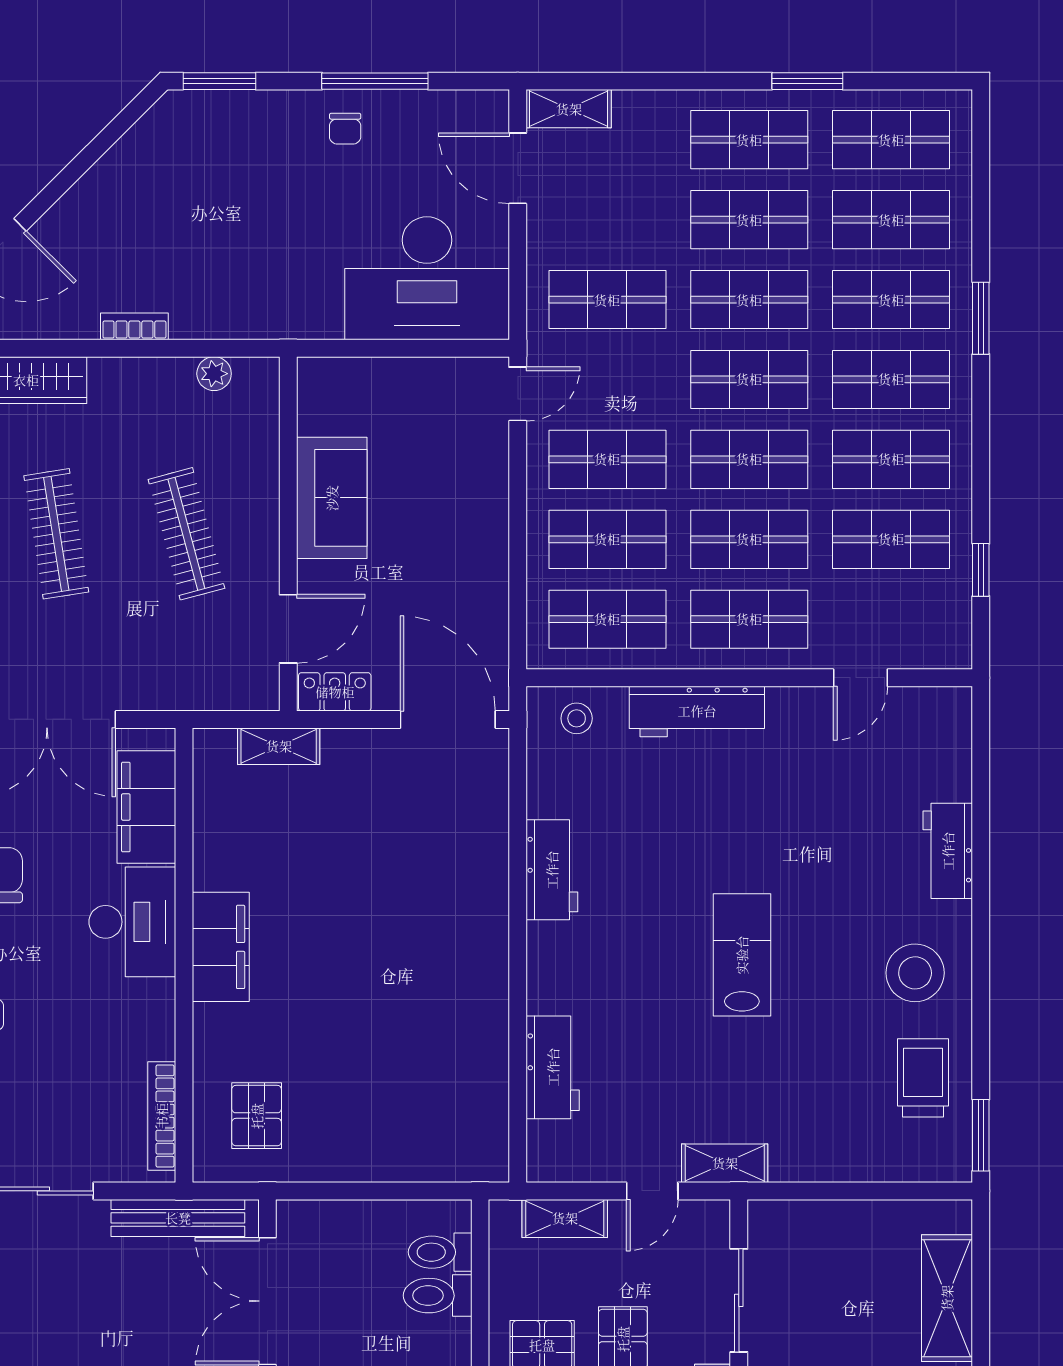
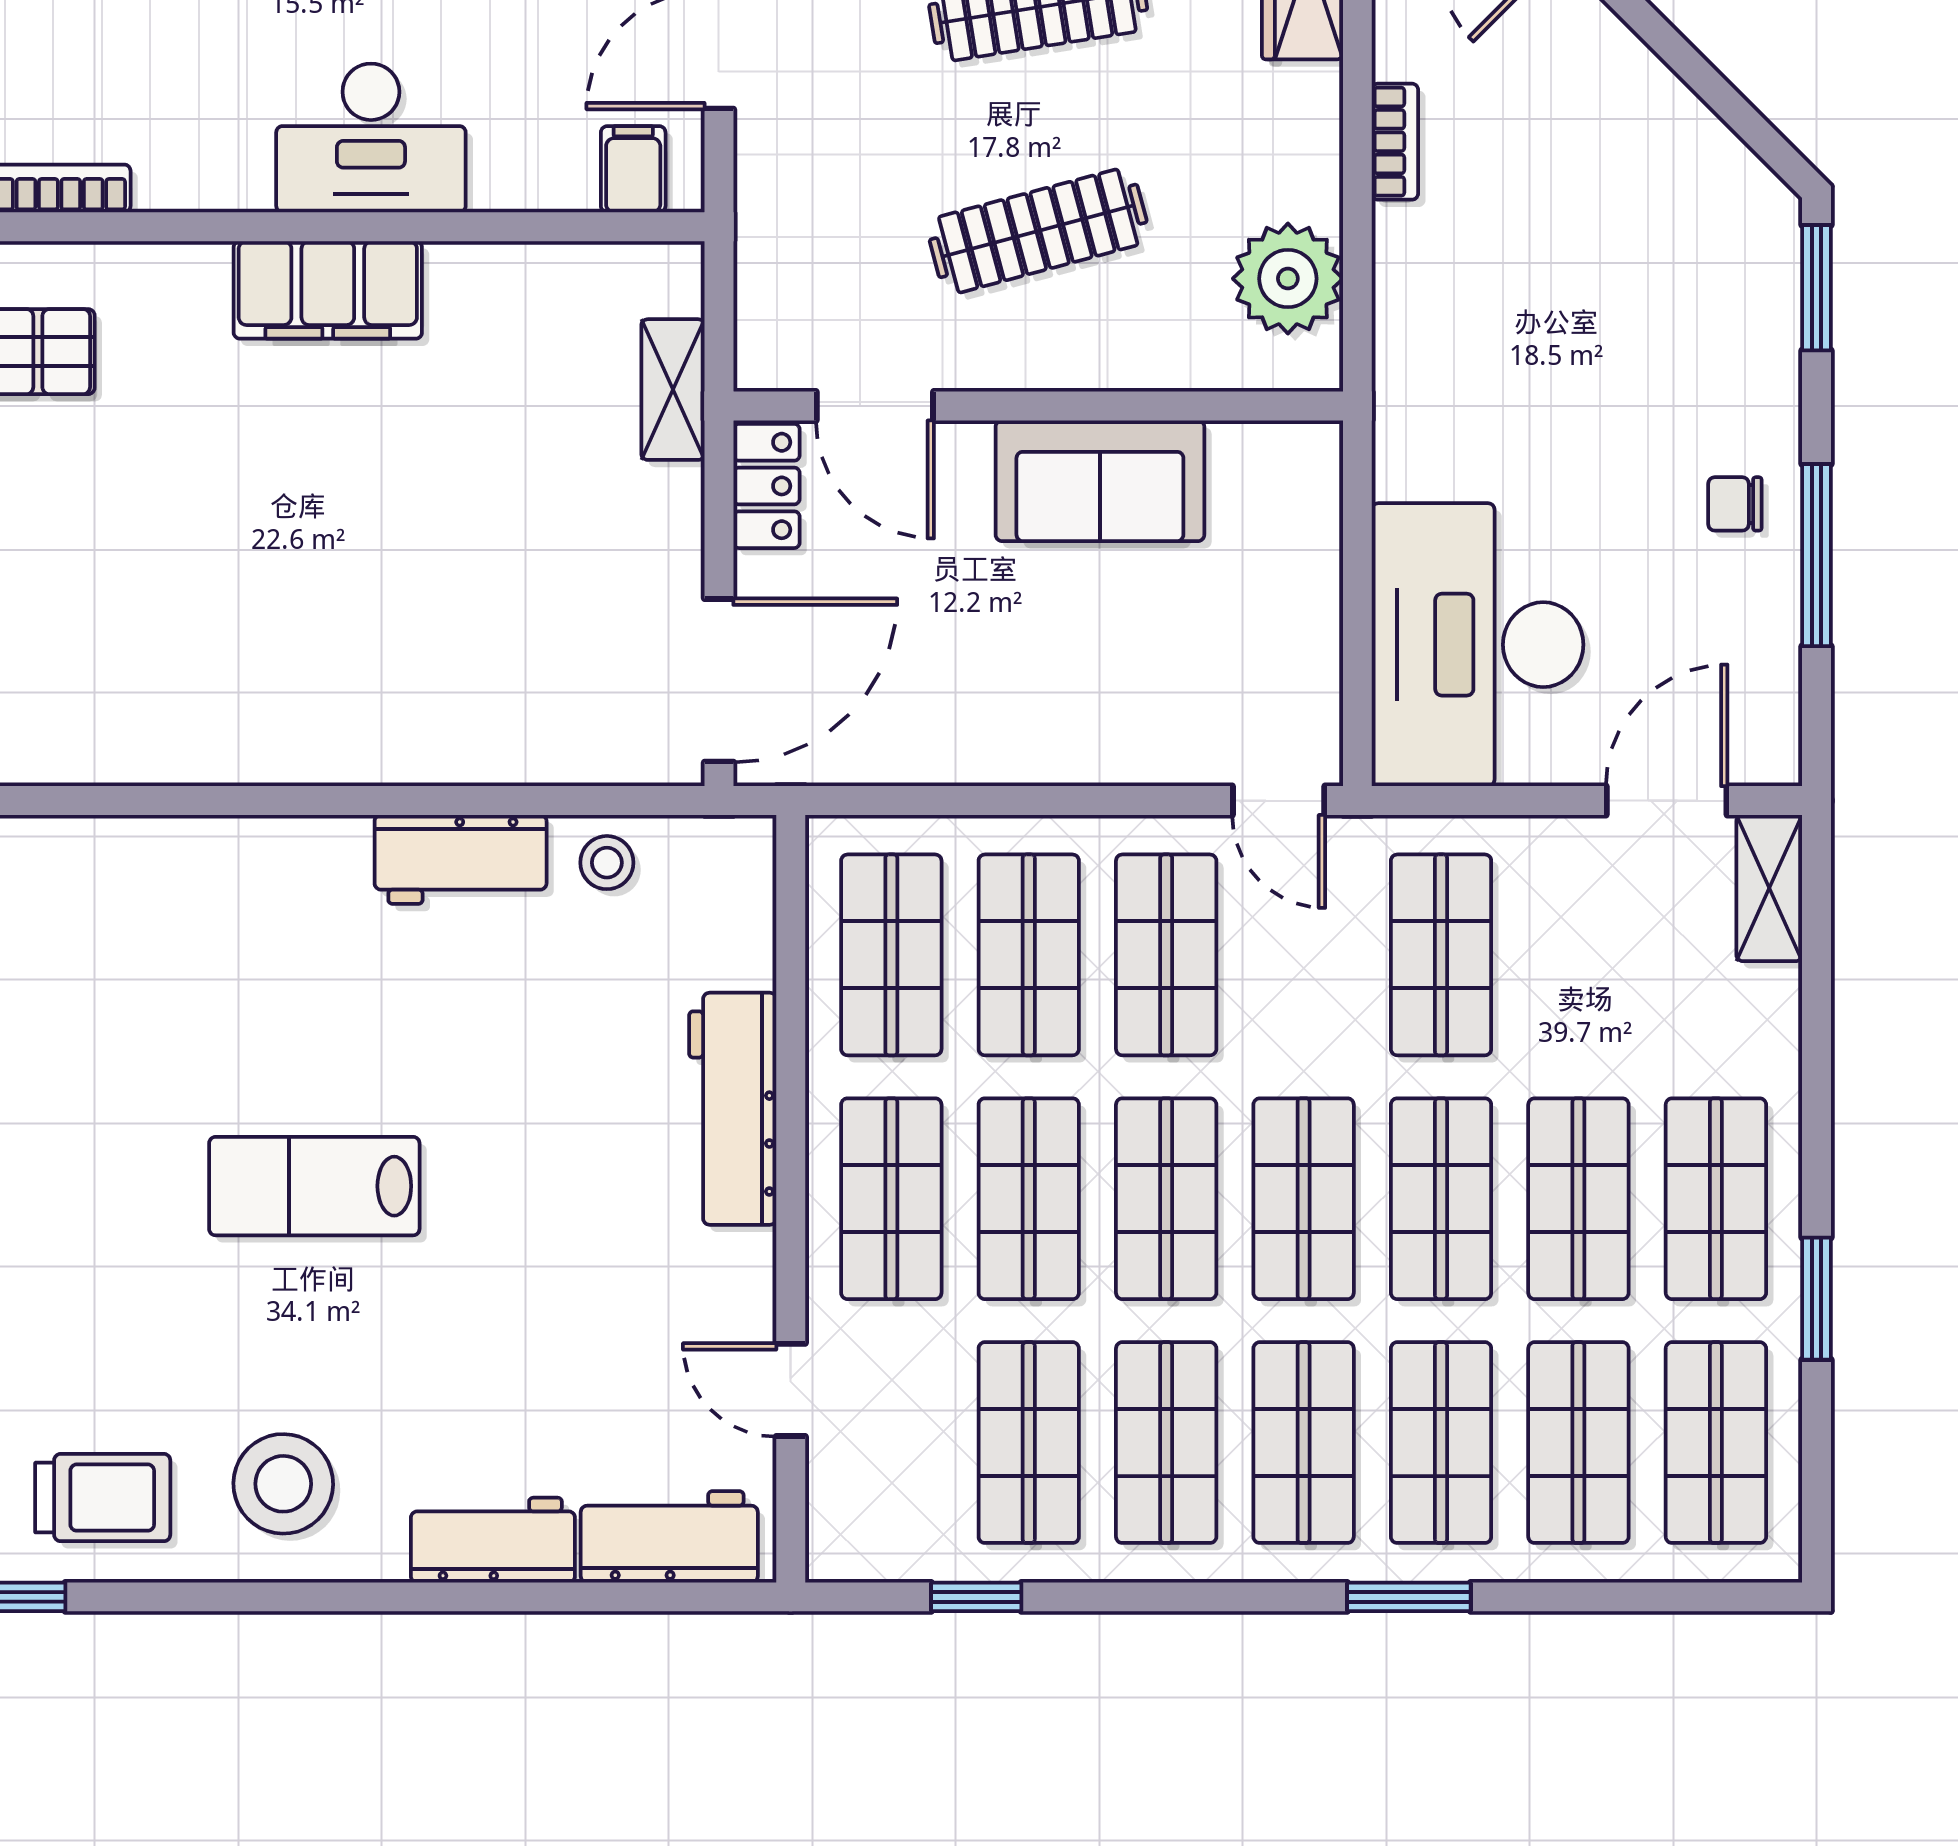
plant: (214, 374) -> (1288, 279), width x1.88, depth x1.88
stool: (577, 718) -> (607, 863), moved
filing cabinet: (146, 807) -> (633, 169), width x0.33, depth x0.86
lab bench: (742, 955) -> (314, 1186), turned 180
workbench: (553, 1067) -> (669, 1537), moved, turned 180

